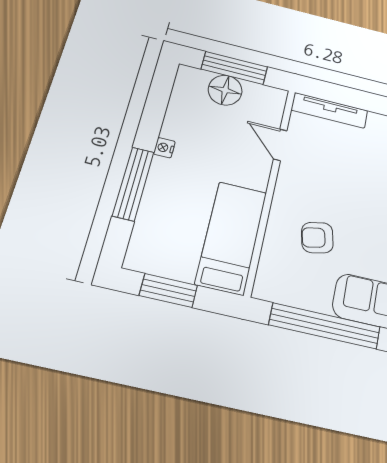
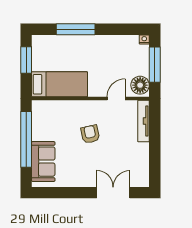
floor lamp: (225, 90) -> (140, 85), moved
nightstand: (164, 148) -> (144, 39), moved
armchair: (317, 238) -> (90, 134), moved

